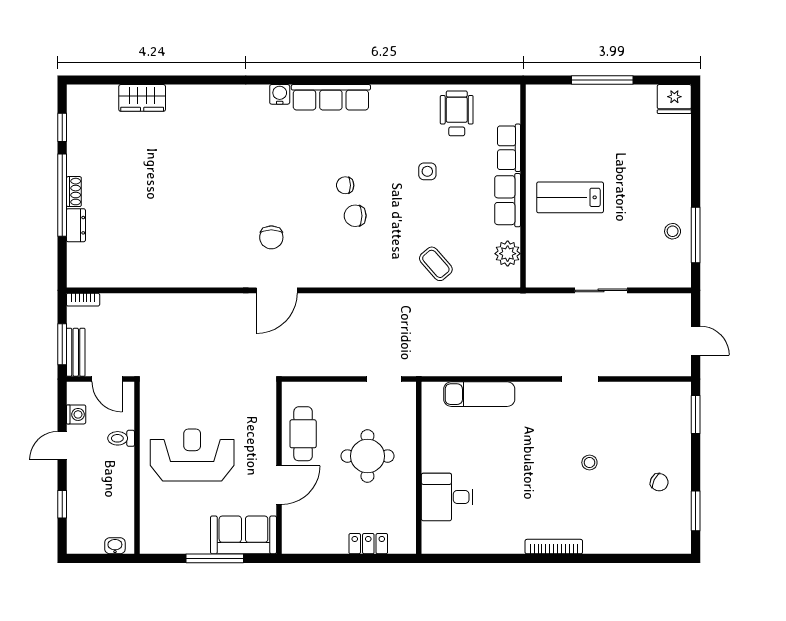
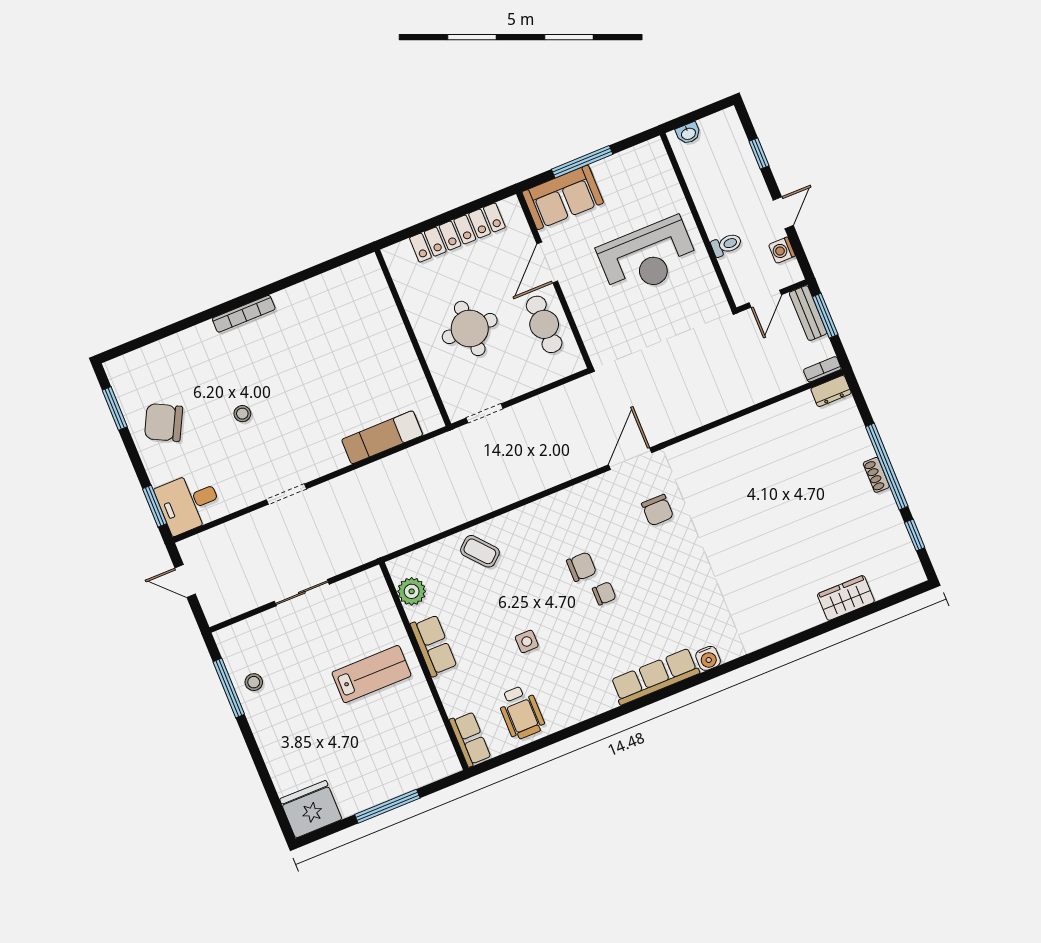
fridge: (674, 99) -> (311, 809), width x1.36, depth x1.34
row of seats: (509, 148) -> (470, 739), moved
dresser: (76, 225) -> (831, 391), moved, turned -90
chair: (271, 237) -> (657, 510), turned 180
door: (107, 379) -> (765, 299), swing flipped
chair: (659, 482) -> (164, 422), width x1.87, depth x1.87
desk: (447, 497) -> (189, 503), moved, turned 180
locker: (368, 544) -> (457, 233), width x2.16, depth x1.21

